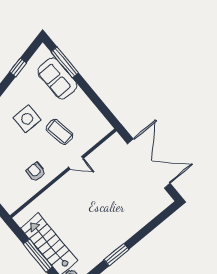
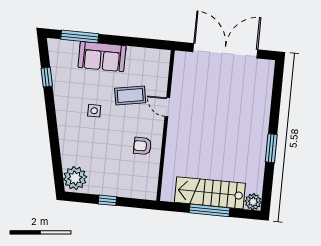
sofa: (57, 78) -> (102, 57), moved
side table: (27, 119) -> (94, 111), width x0.54, depth x0.54
door: (76, 163) -> (167, 107), swing flipped

